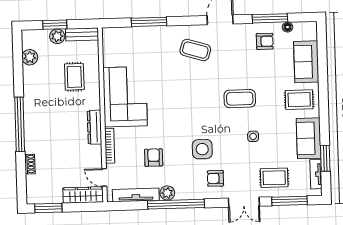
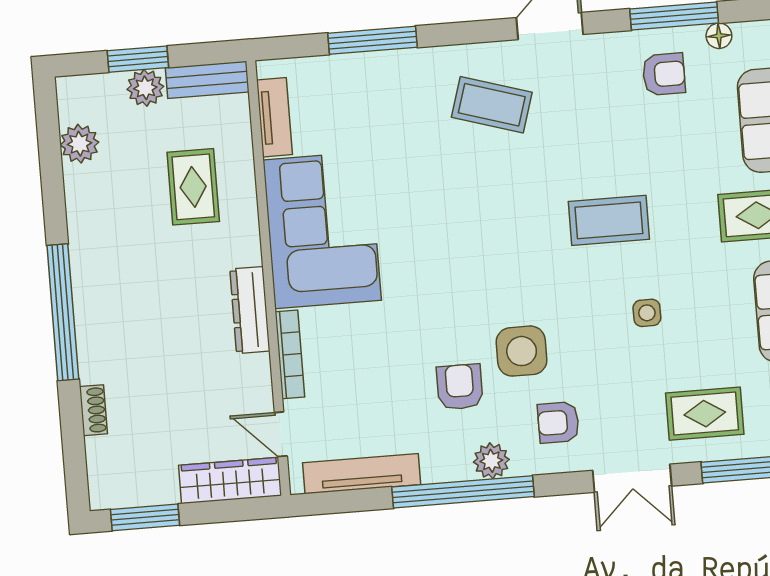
tv unit: (108, 51) -> (274, 117), added
armchair: (154, 158) -> (460, 387), moved
plant: (167, 193) -> (491, 461), moved

